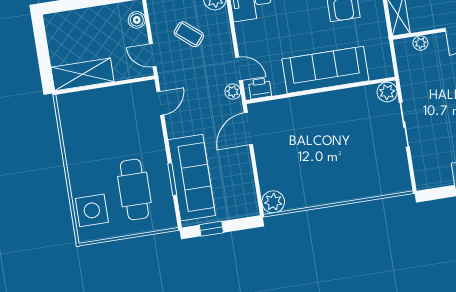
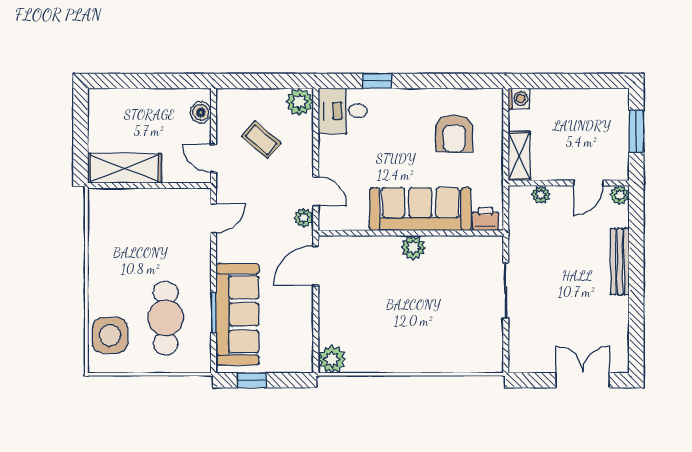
printer: (260, 88) -> (486, 219), moved
plant: (387, 92) -> (413, 248), moved

